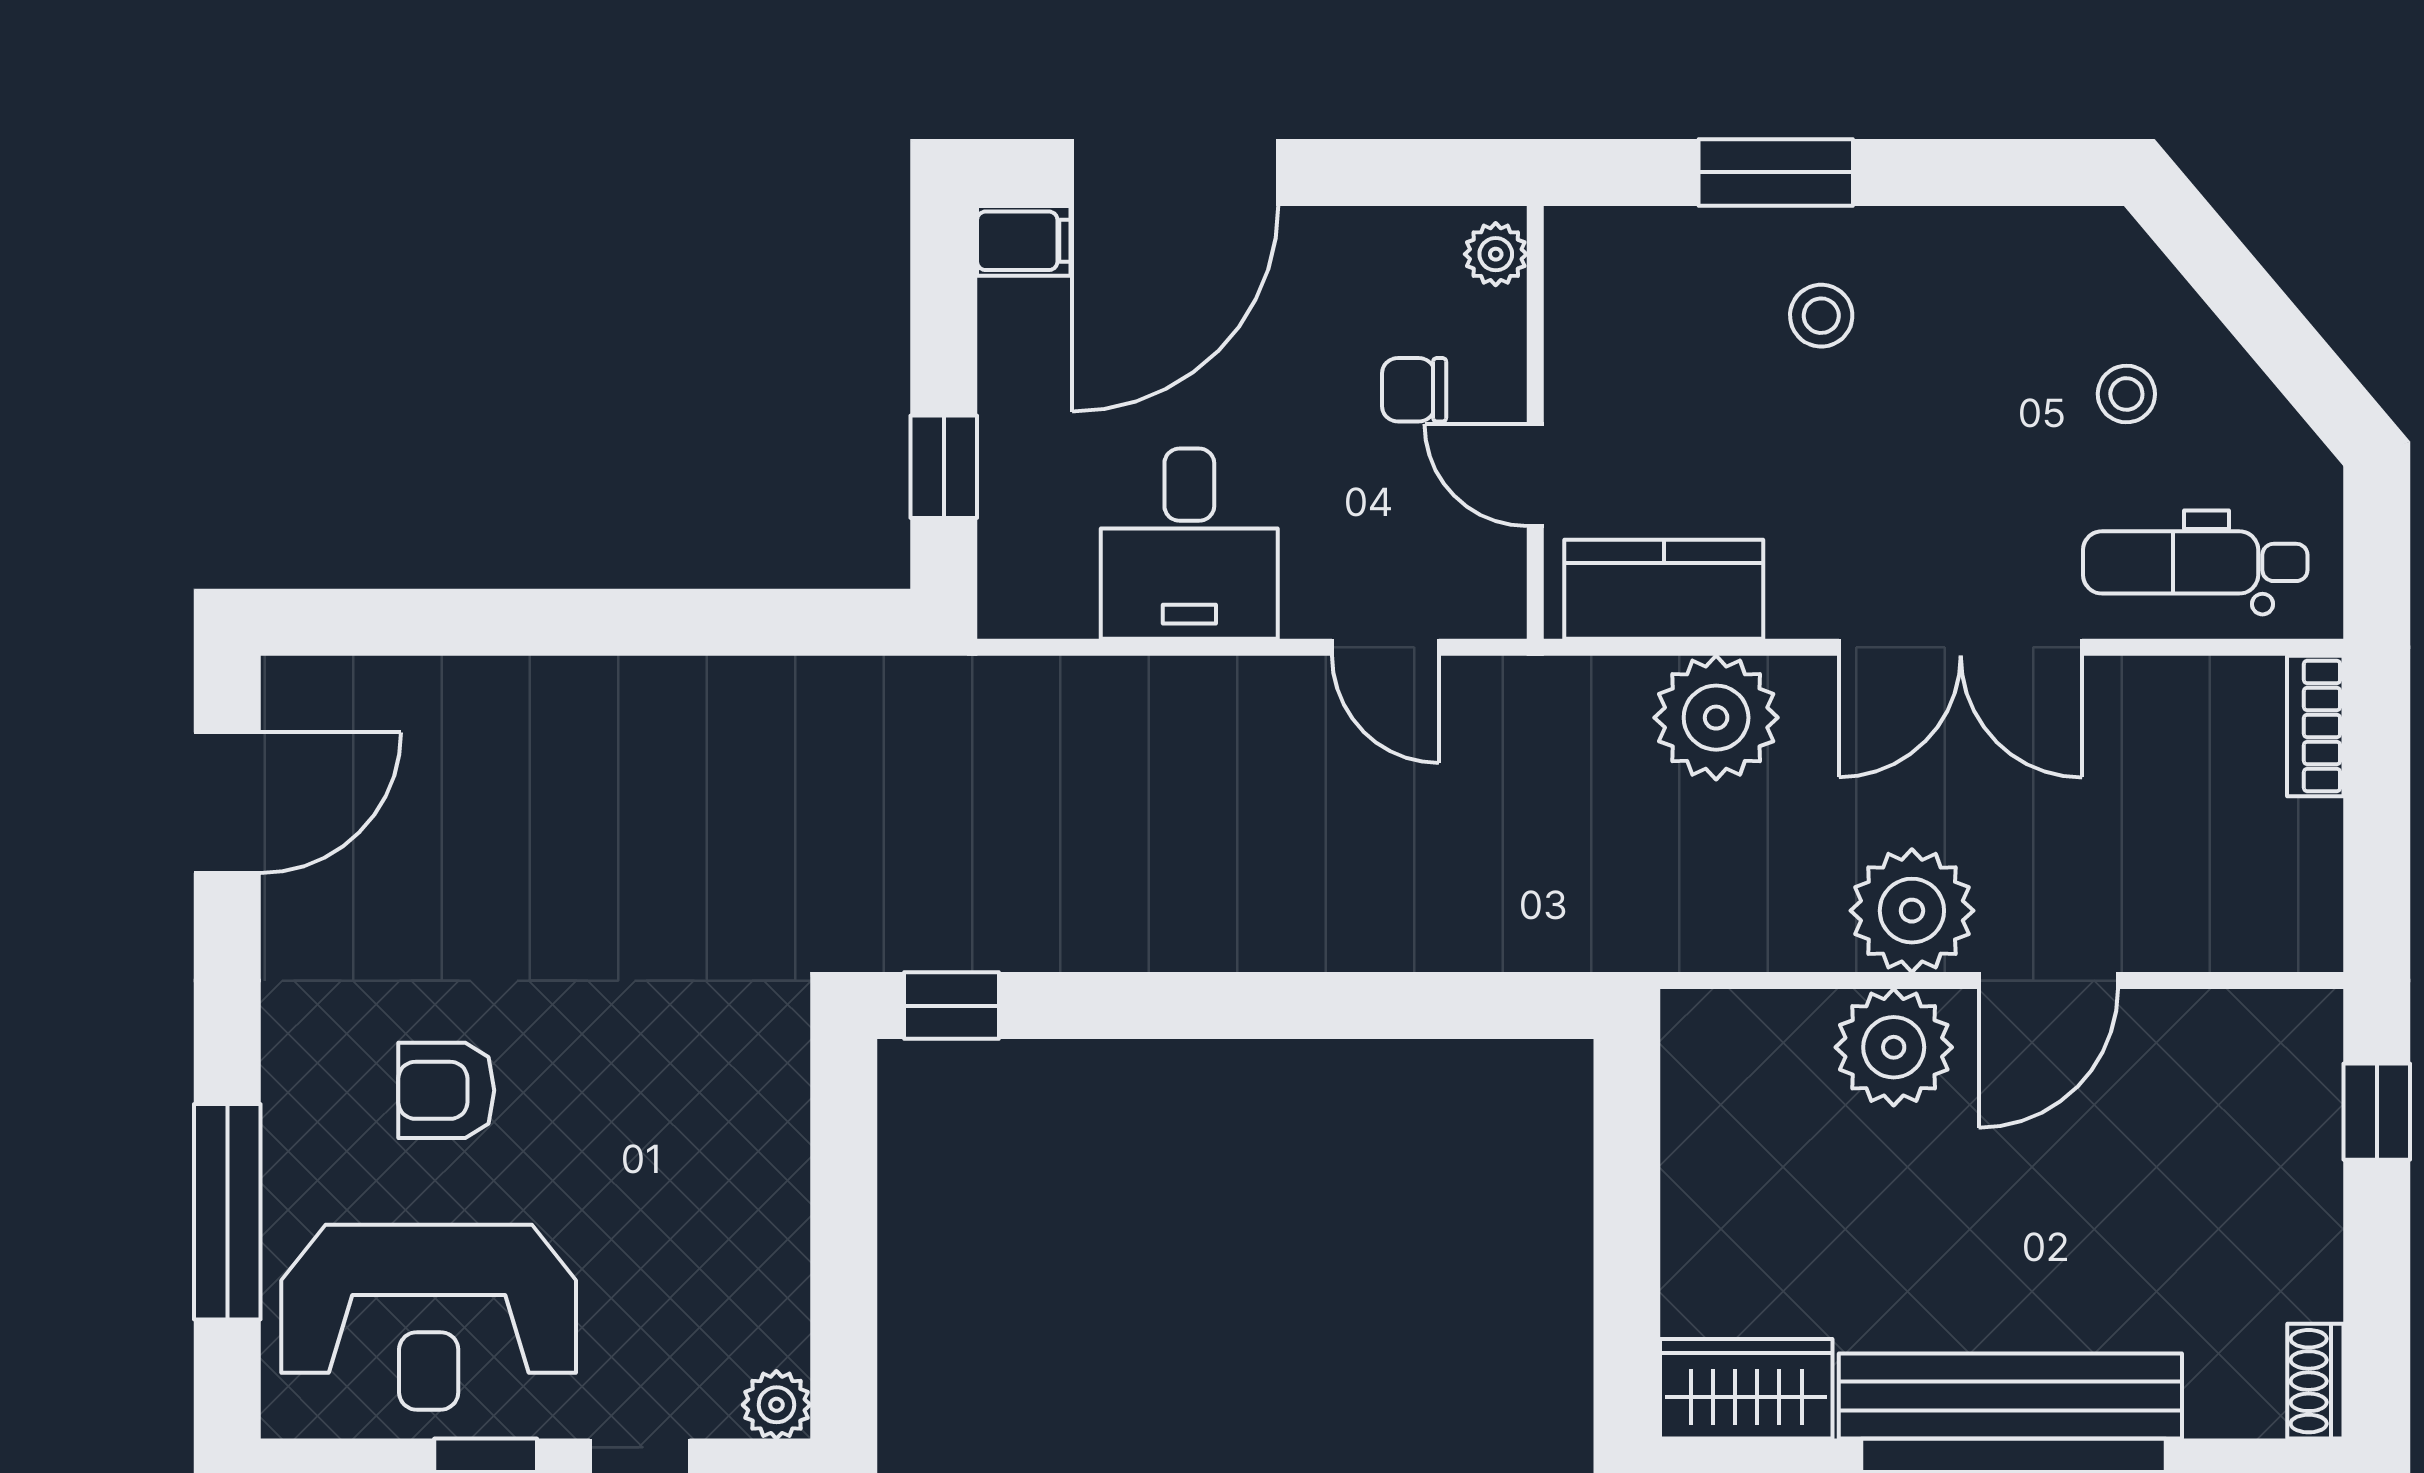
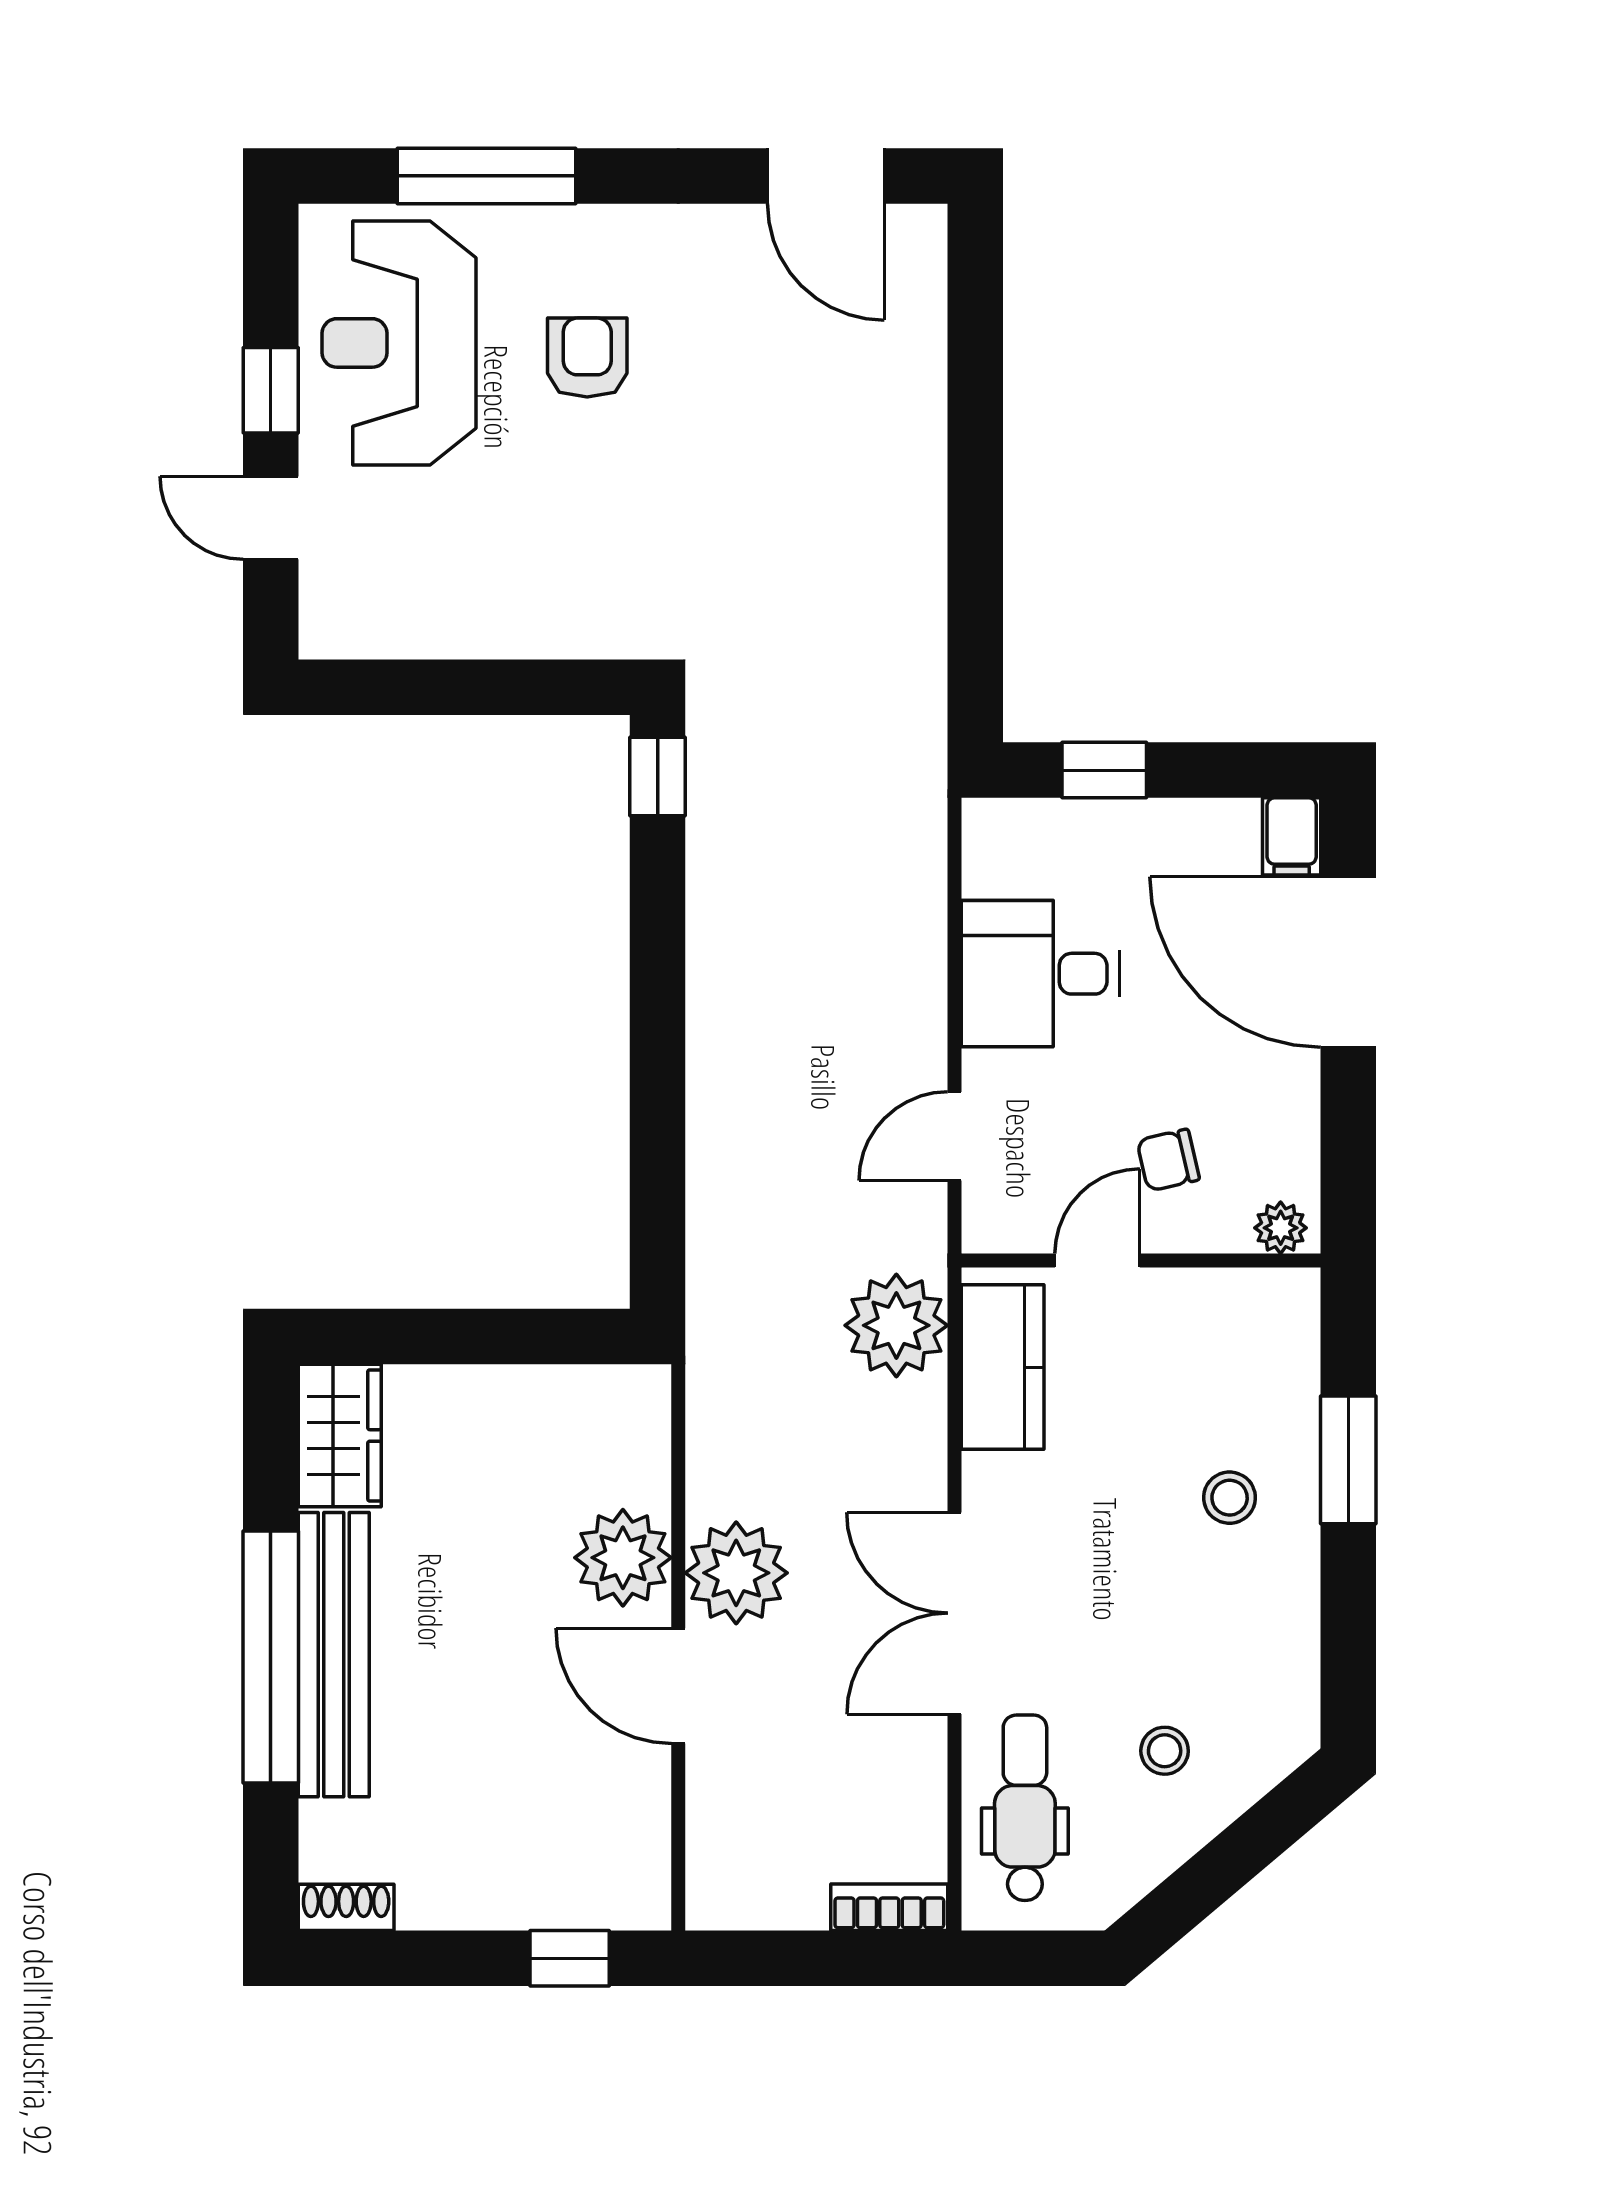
chair: (1414, 390) -> (1168, 1160), turned -103
plant: (1716, 718) -> (896, 1325), moved
plant: (776, 1405) -> (326, 631), removed

